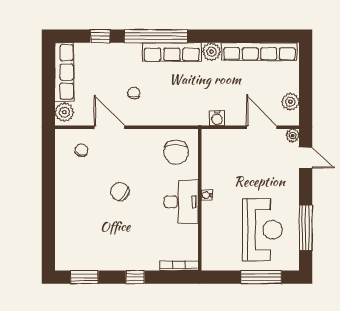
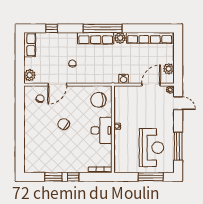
window: (156, 36) -> (103, 28), moved
row of seats: (64, 72) -> (30, 45), width x0.68
door: (109, 127) -> (57, 85), swing flipped
door: (262, 127) -> (151, 85), hinge flipped
chair: (176, 152) -> (98, 100), turned 90
window: (84, 277) -> (53, 177), moved

